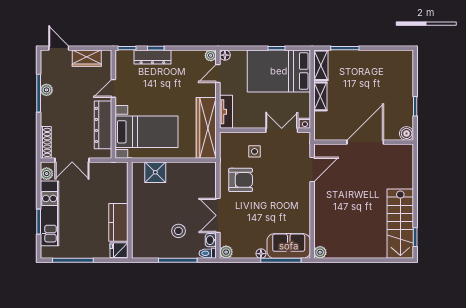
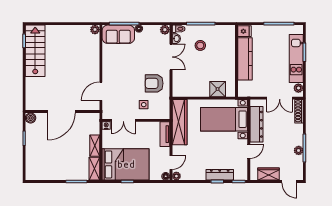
double door: (72, 160) -> (280, 98), swing flipped
kitchen counter: (118, 222) -> (245, 59), width x1.50

